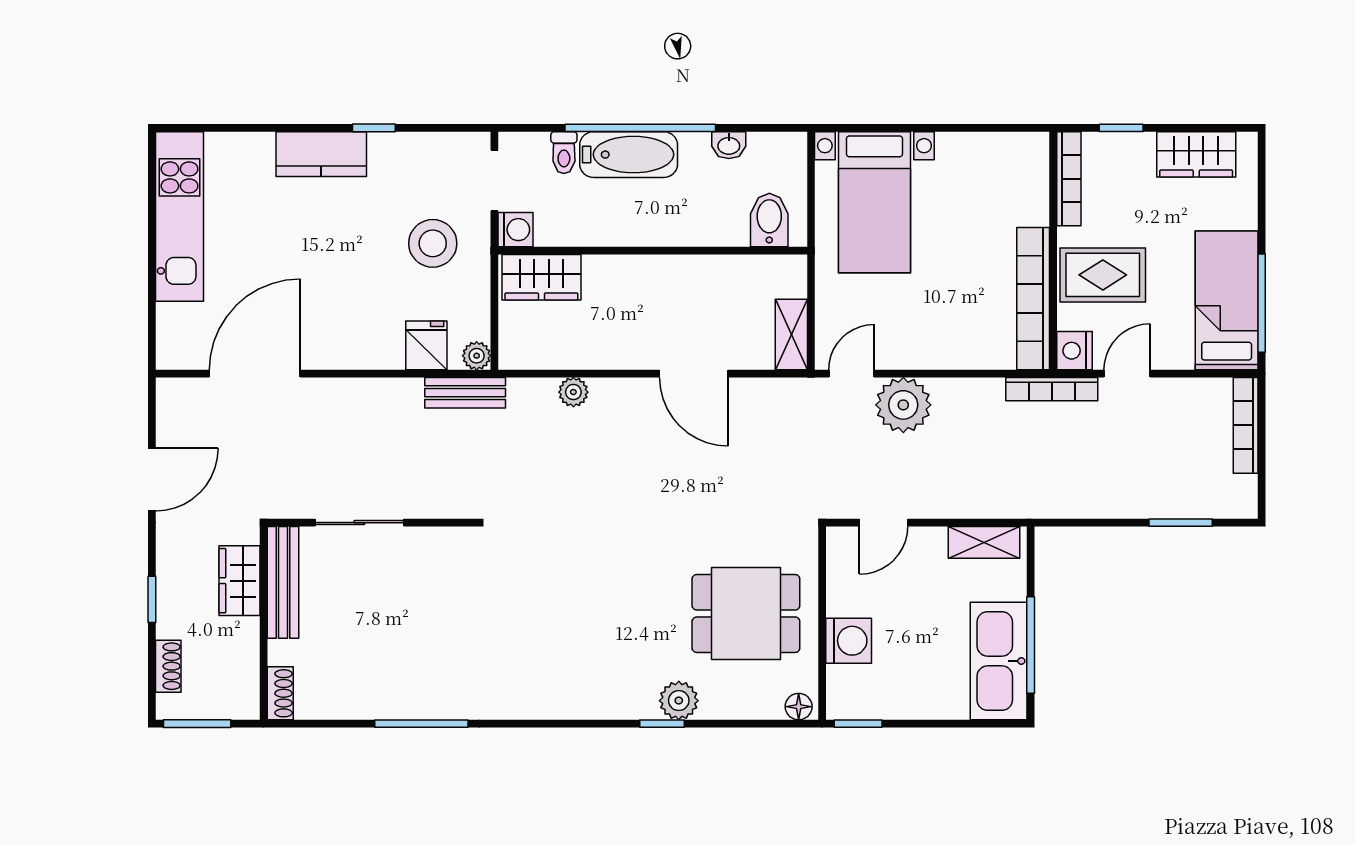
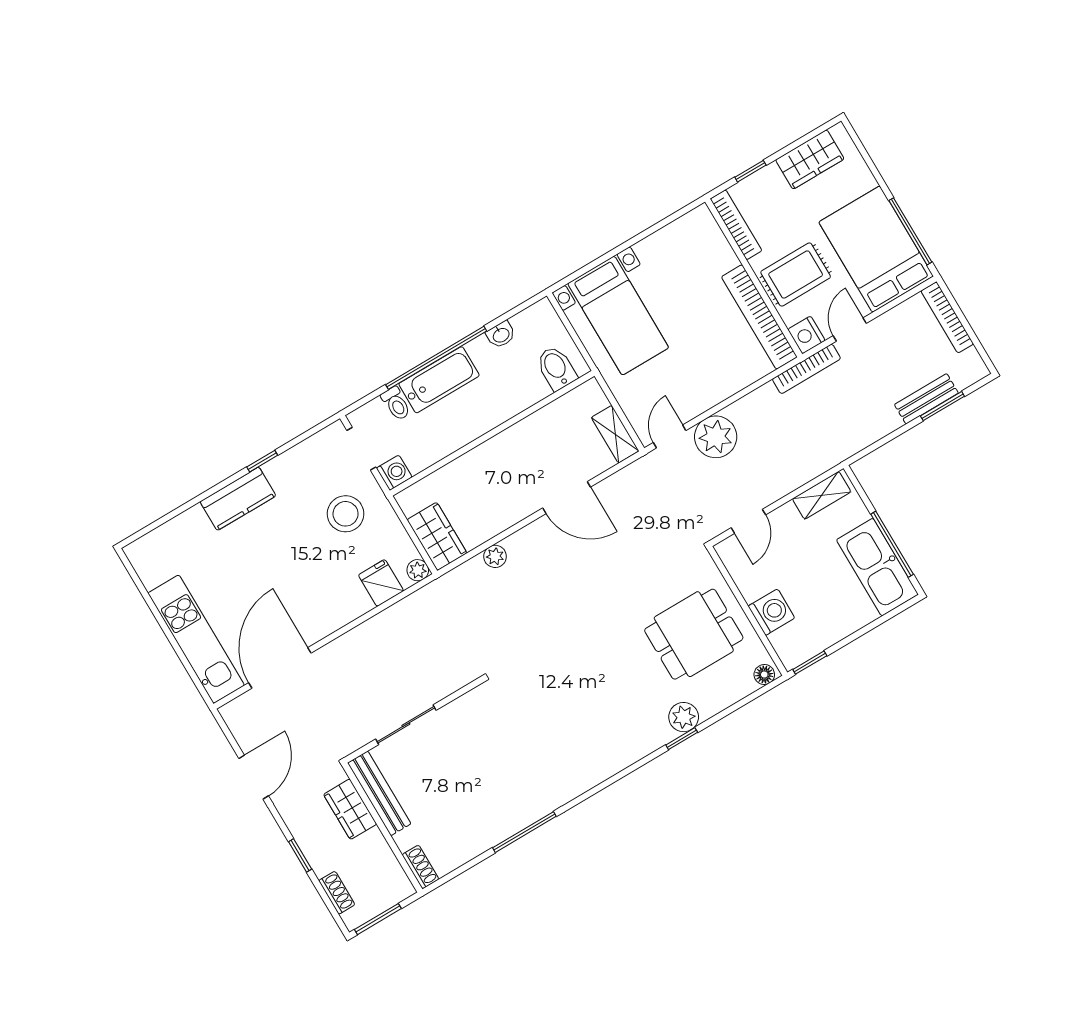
kitchen unit: (180, 216) -> (196, 639), moved
wardrobe: (541, 277) -> (437, 536), moved, turned -90
bed: (1227, 300) -> (876, 249), width x1.50
bench: (465, 393) -> (926, 399), moved

